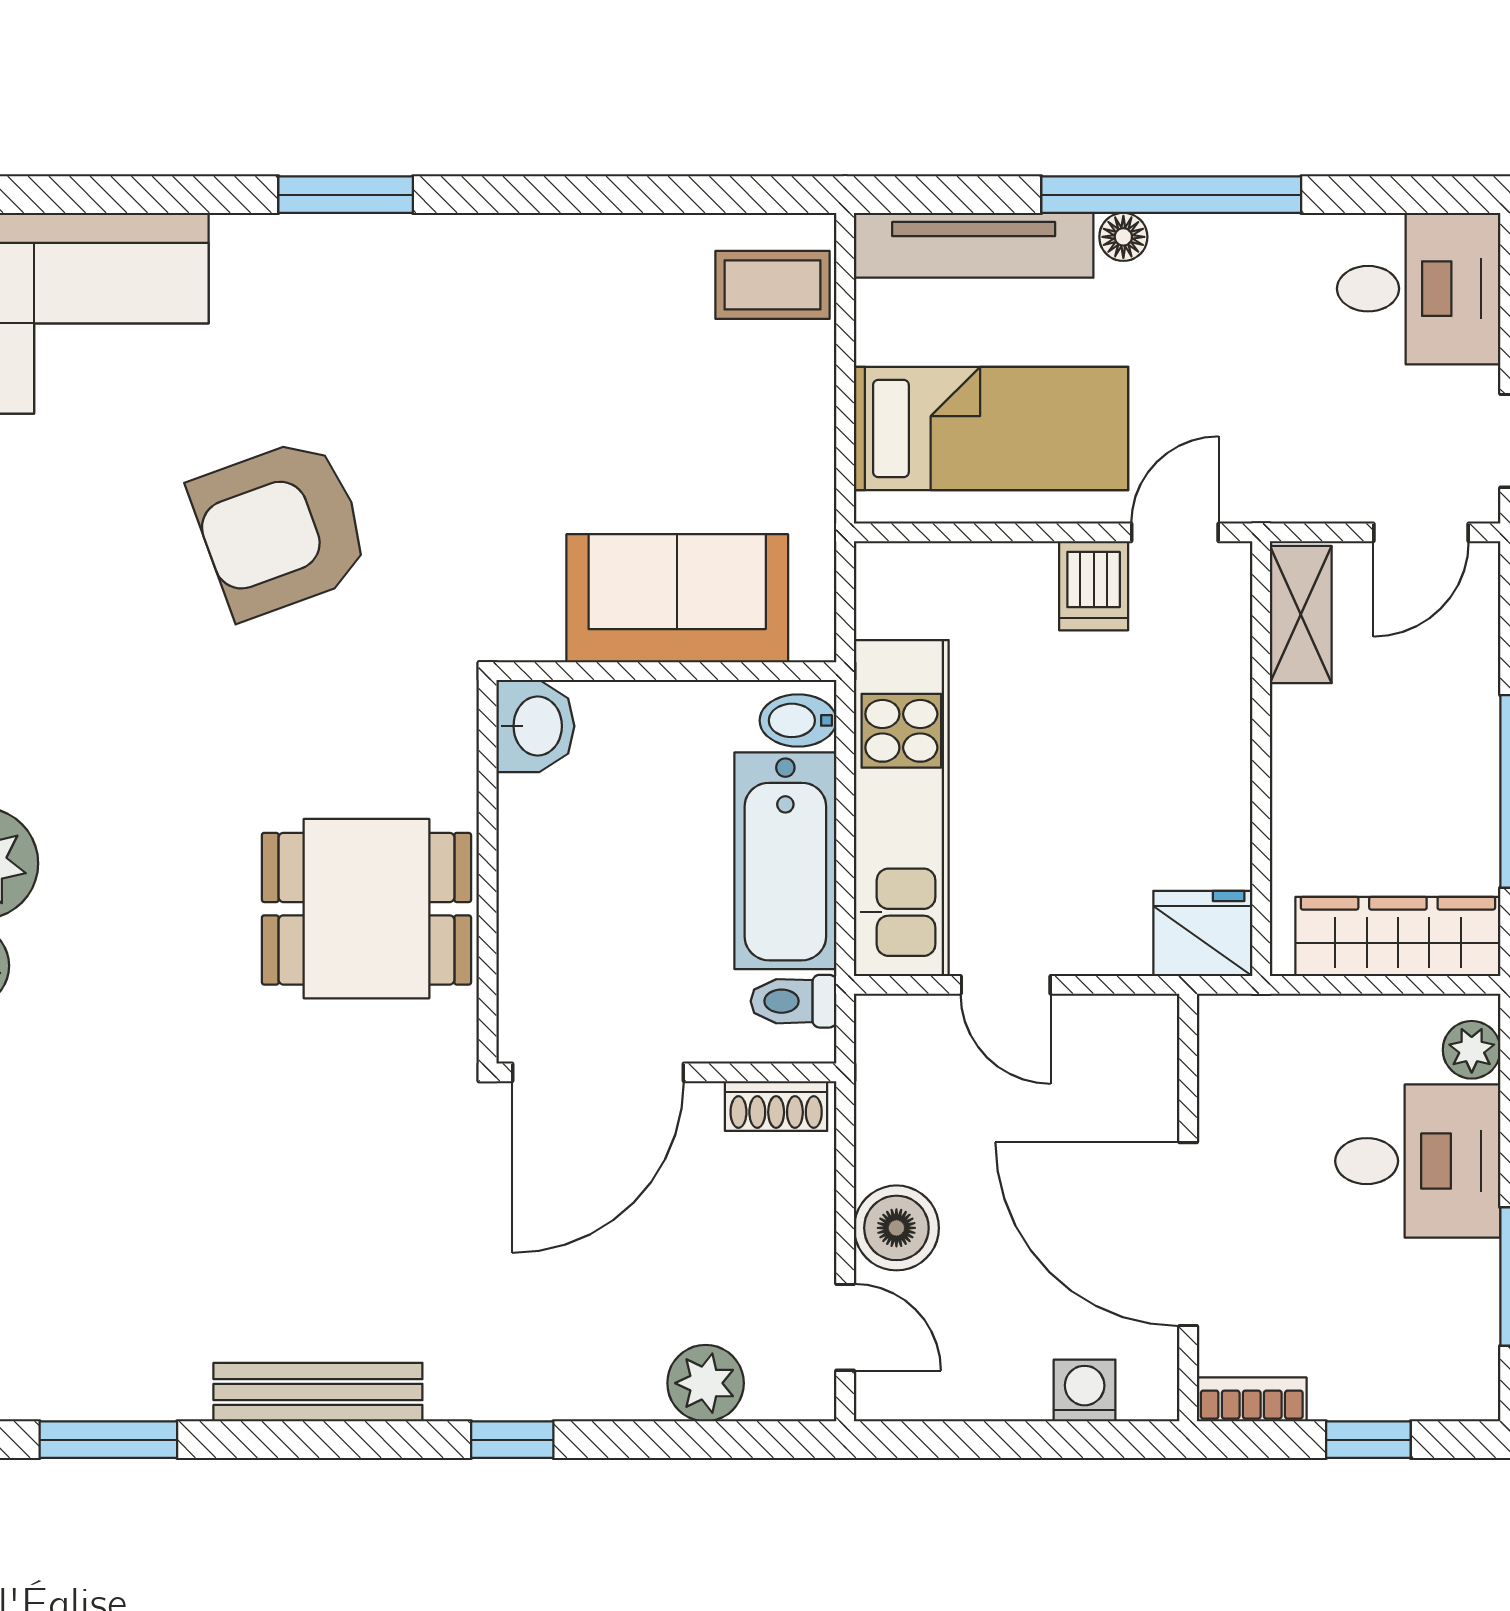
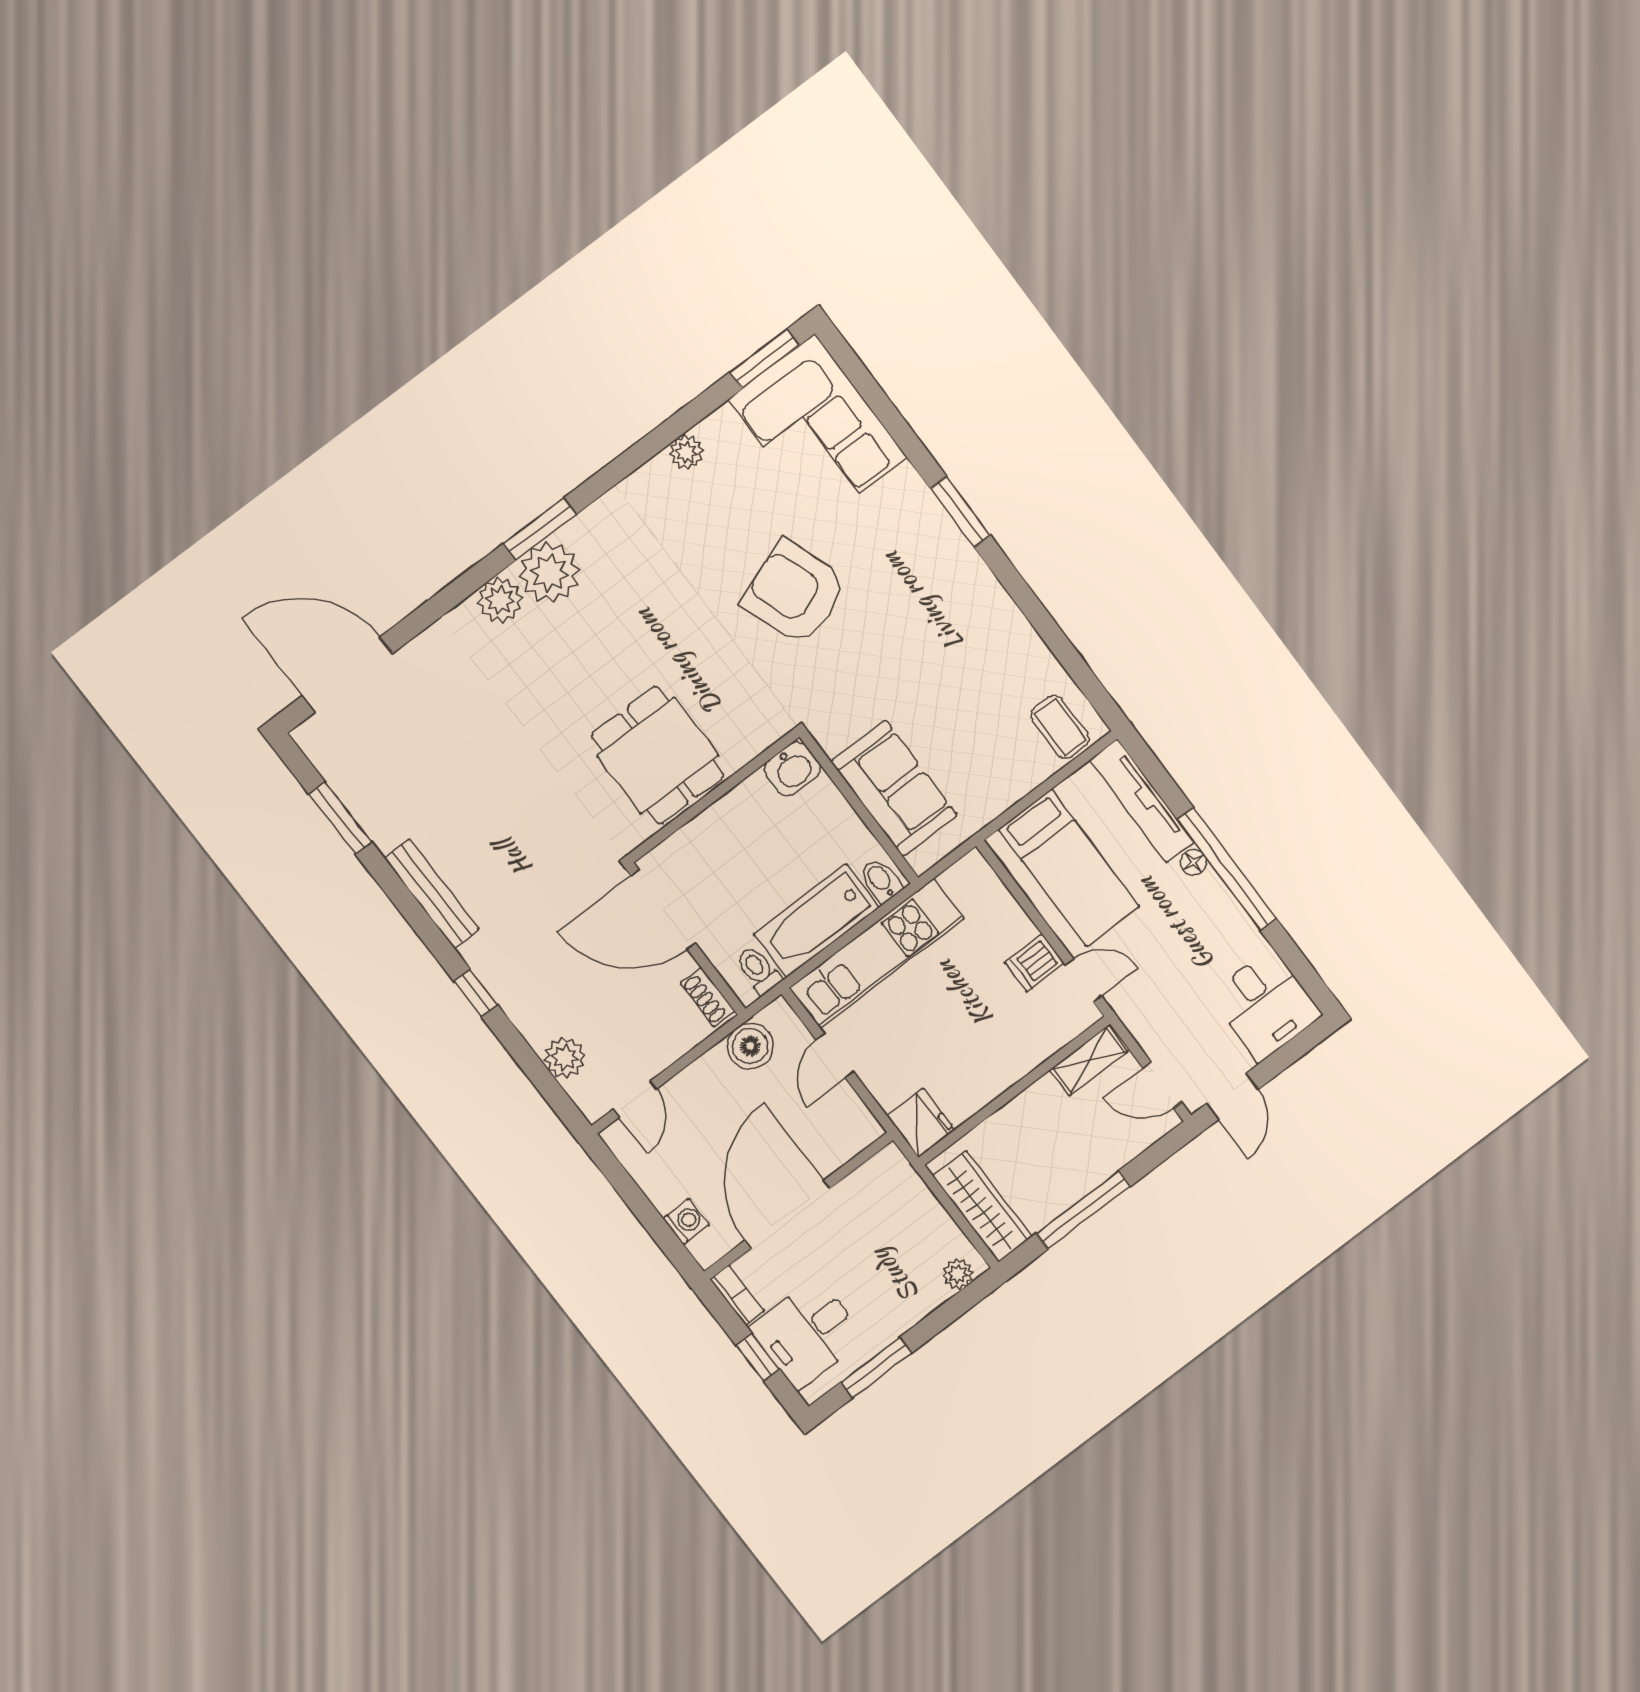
desk: (1418, 1161) -> (808, 1333), moved, turned 90
boiler: (896, 1228) -> (750, 1046), moved

